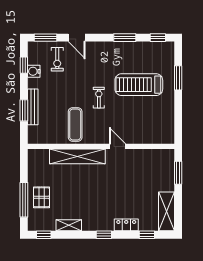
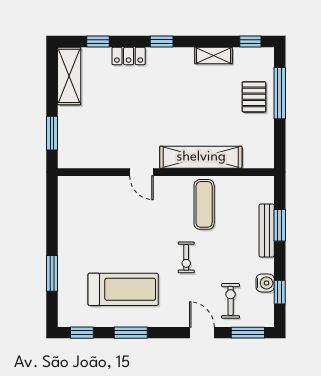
treadmill: (139, 85) -> (123, 289), moved
exercise bike: (99, 98) -> (186, 257), moved

